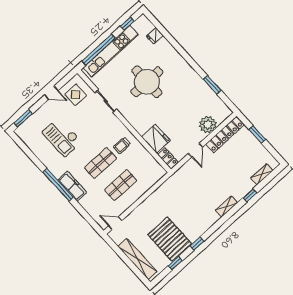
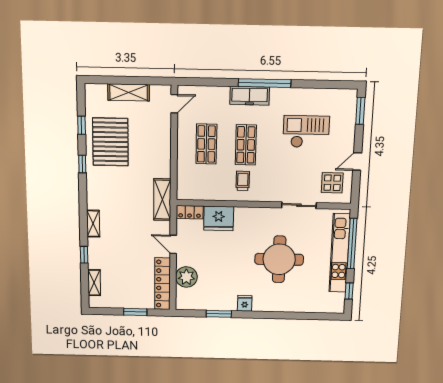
fridge: (155, 36) -> (245, 303), moved
shelving: (175, 180) -> (162, 200), added
pallet: (170, 239) -> (110, 142), turned 90
shelving: (137, 259) -> (129, 92), width x0.68

